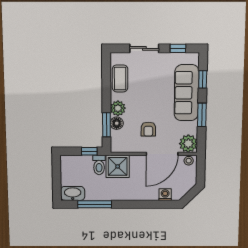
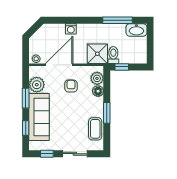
plant: (118, 108) -> (97, 78), moved
window: (106, 125) -> (107, 113), moved
plant: (188, 144) -> (37, 85), moved
washing machine: (165, 195) -> (71, 29), moved

